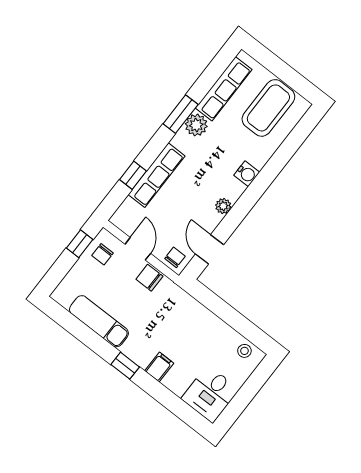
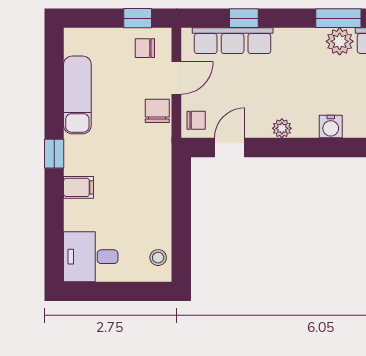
row of seats: (156, 175) -> (233, 41), moved

